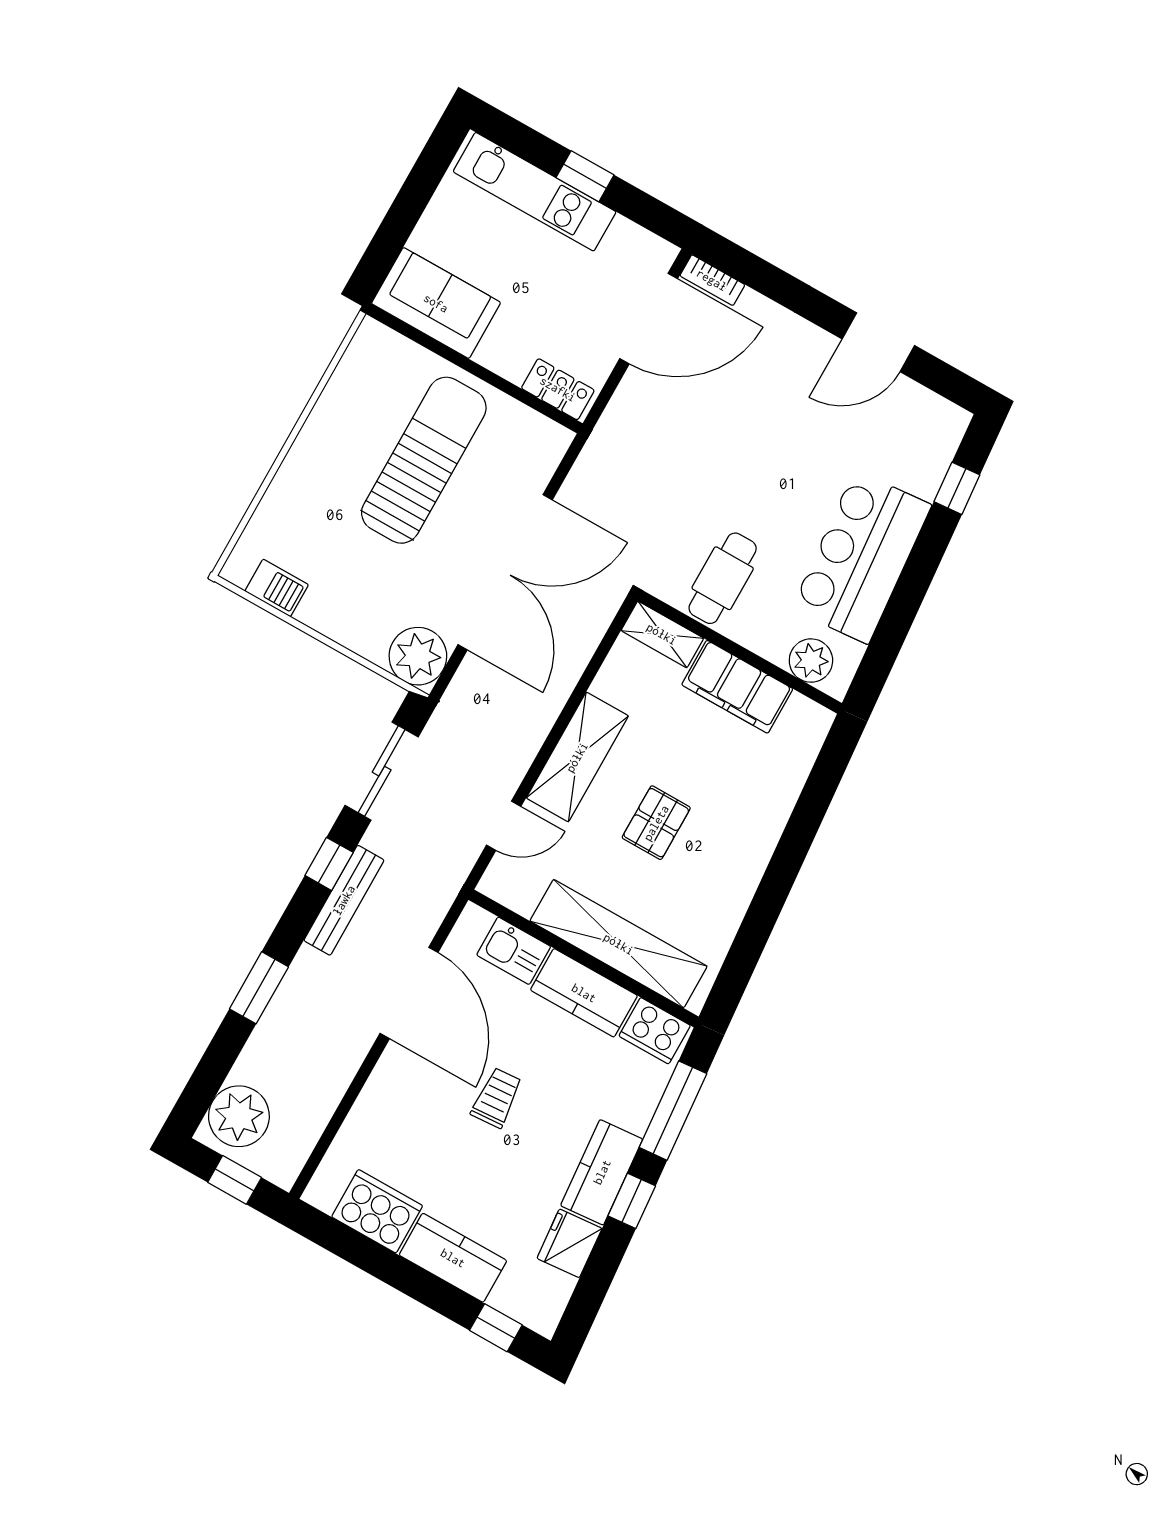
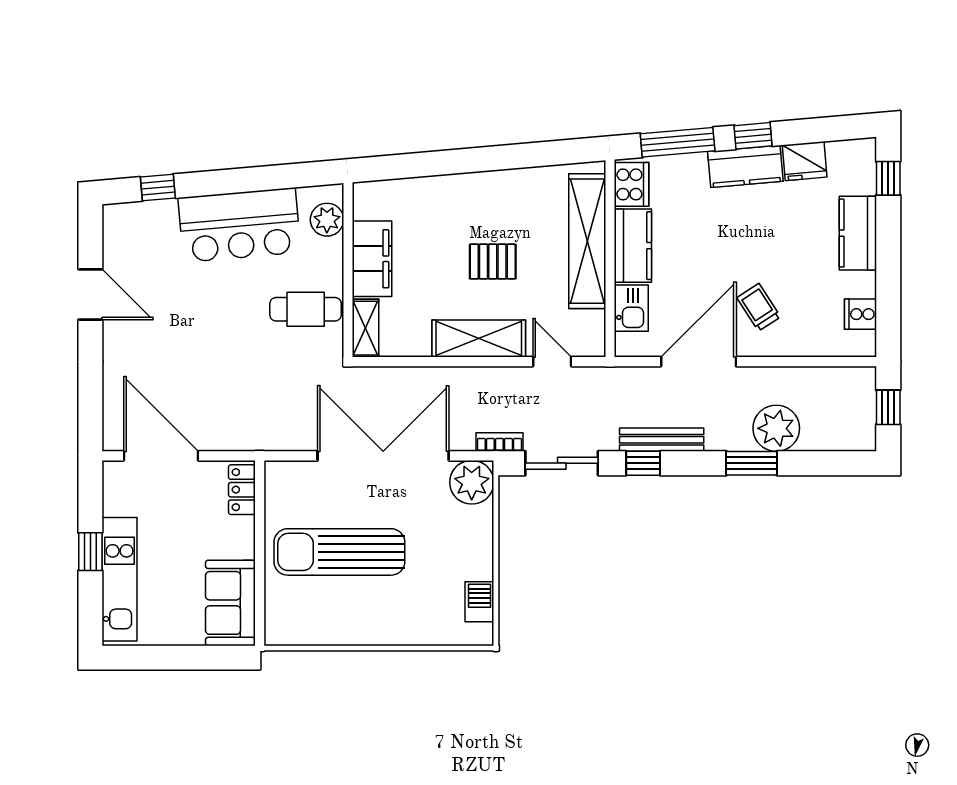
bookcase: (712, 280) -> (499, 442), moved, turned -90
trolley: (497, 1098) -> (759, 307), moved, turned 61
plant: (239, 1116) -> (776, 428), moved
cooker: (377, 1211) -> (861, 314), width x0.53, depth x0.76

